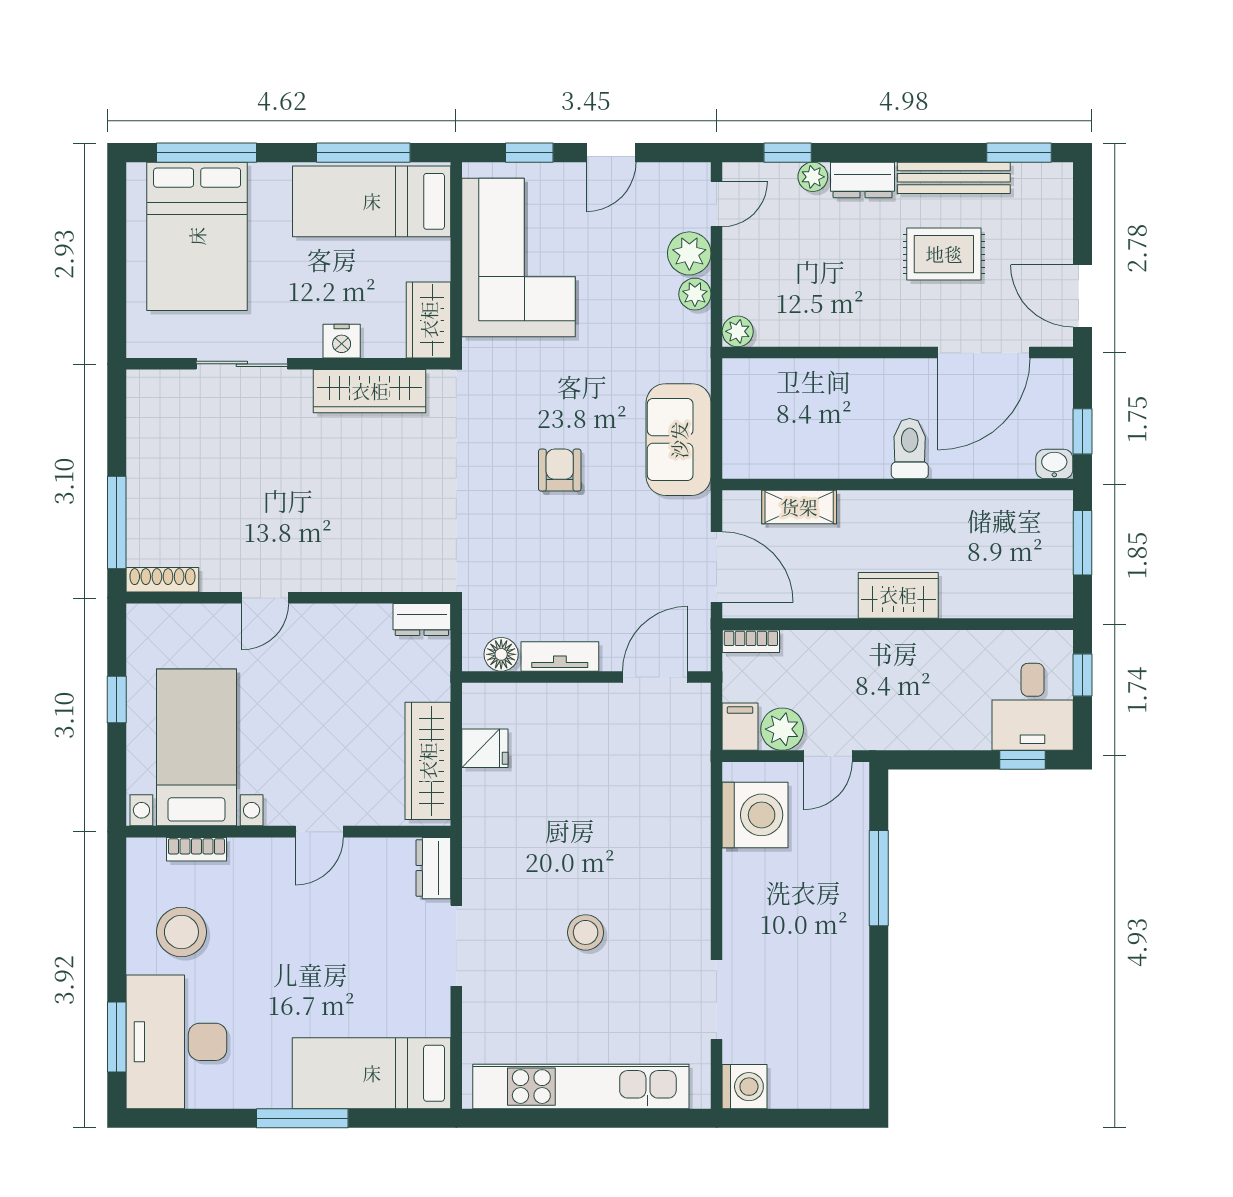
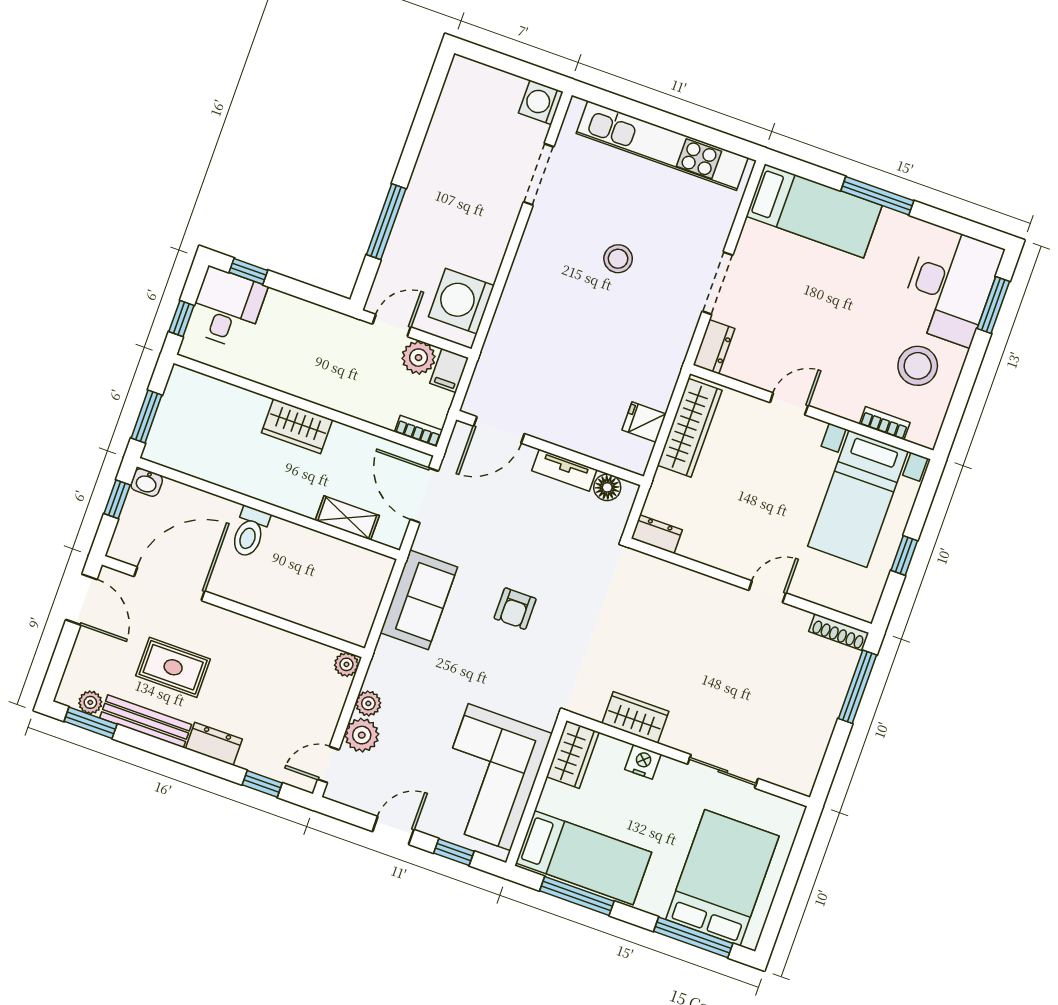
plant: (813, 177) -> (90, 702), moved
wardrobe: (370, 391) -> (635, 717), width x0.67

